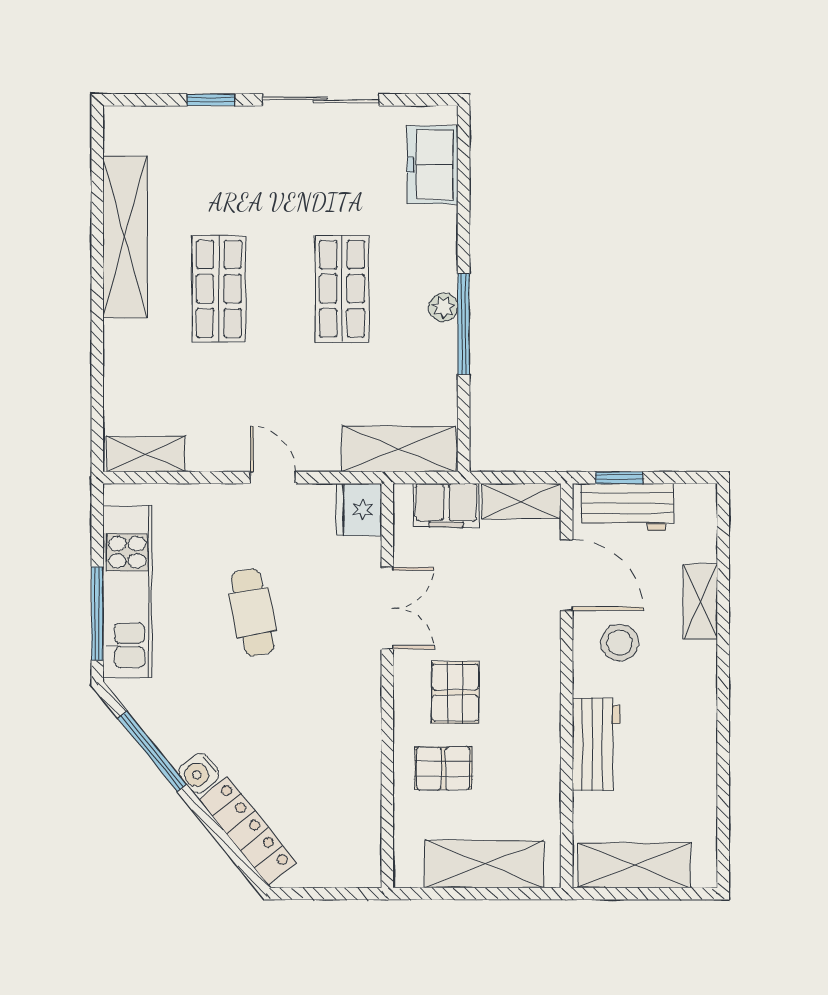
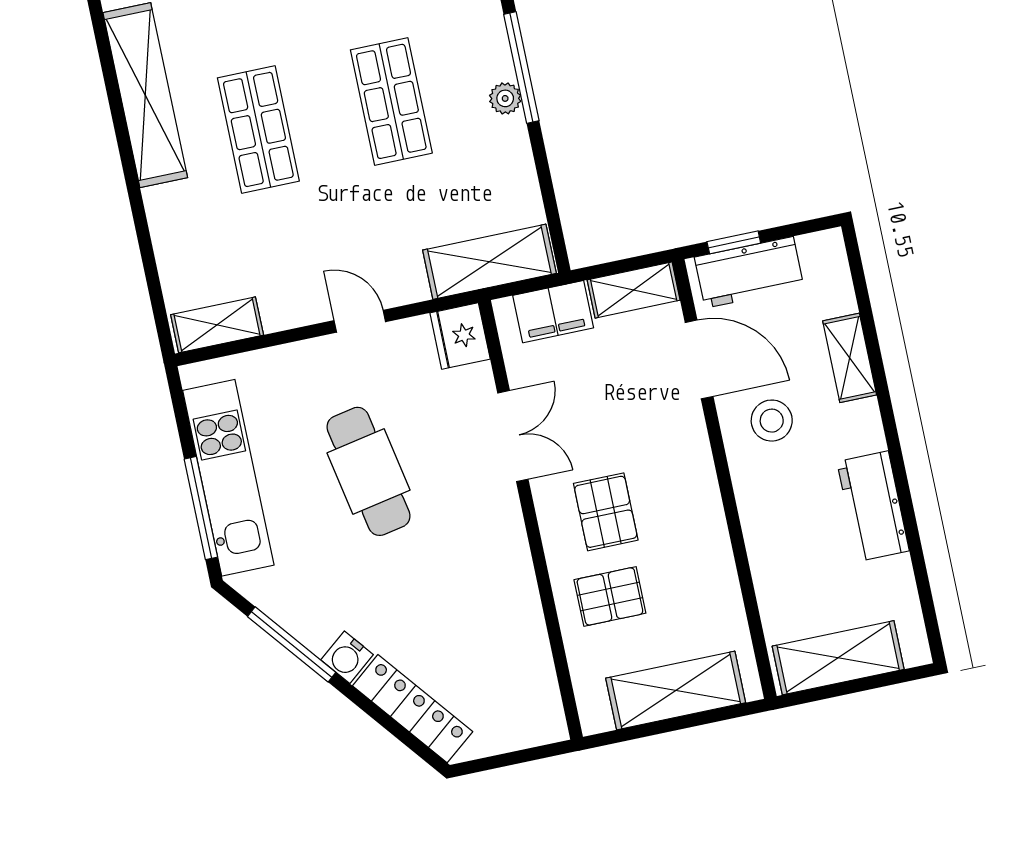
window: (464, 324) -> (521, 68), moved
cafe table: (253, 612) -> (369, 471), width x1.37, depth x1.35
workbench: (596, 744) -> (873, 506), moved, turned 180

